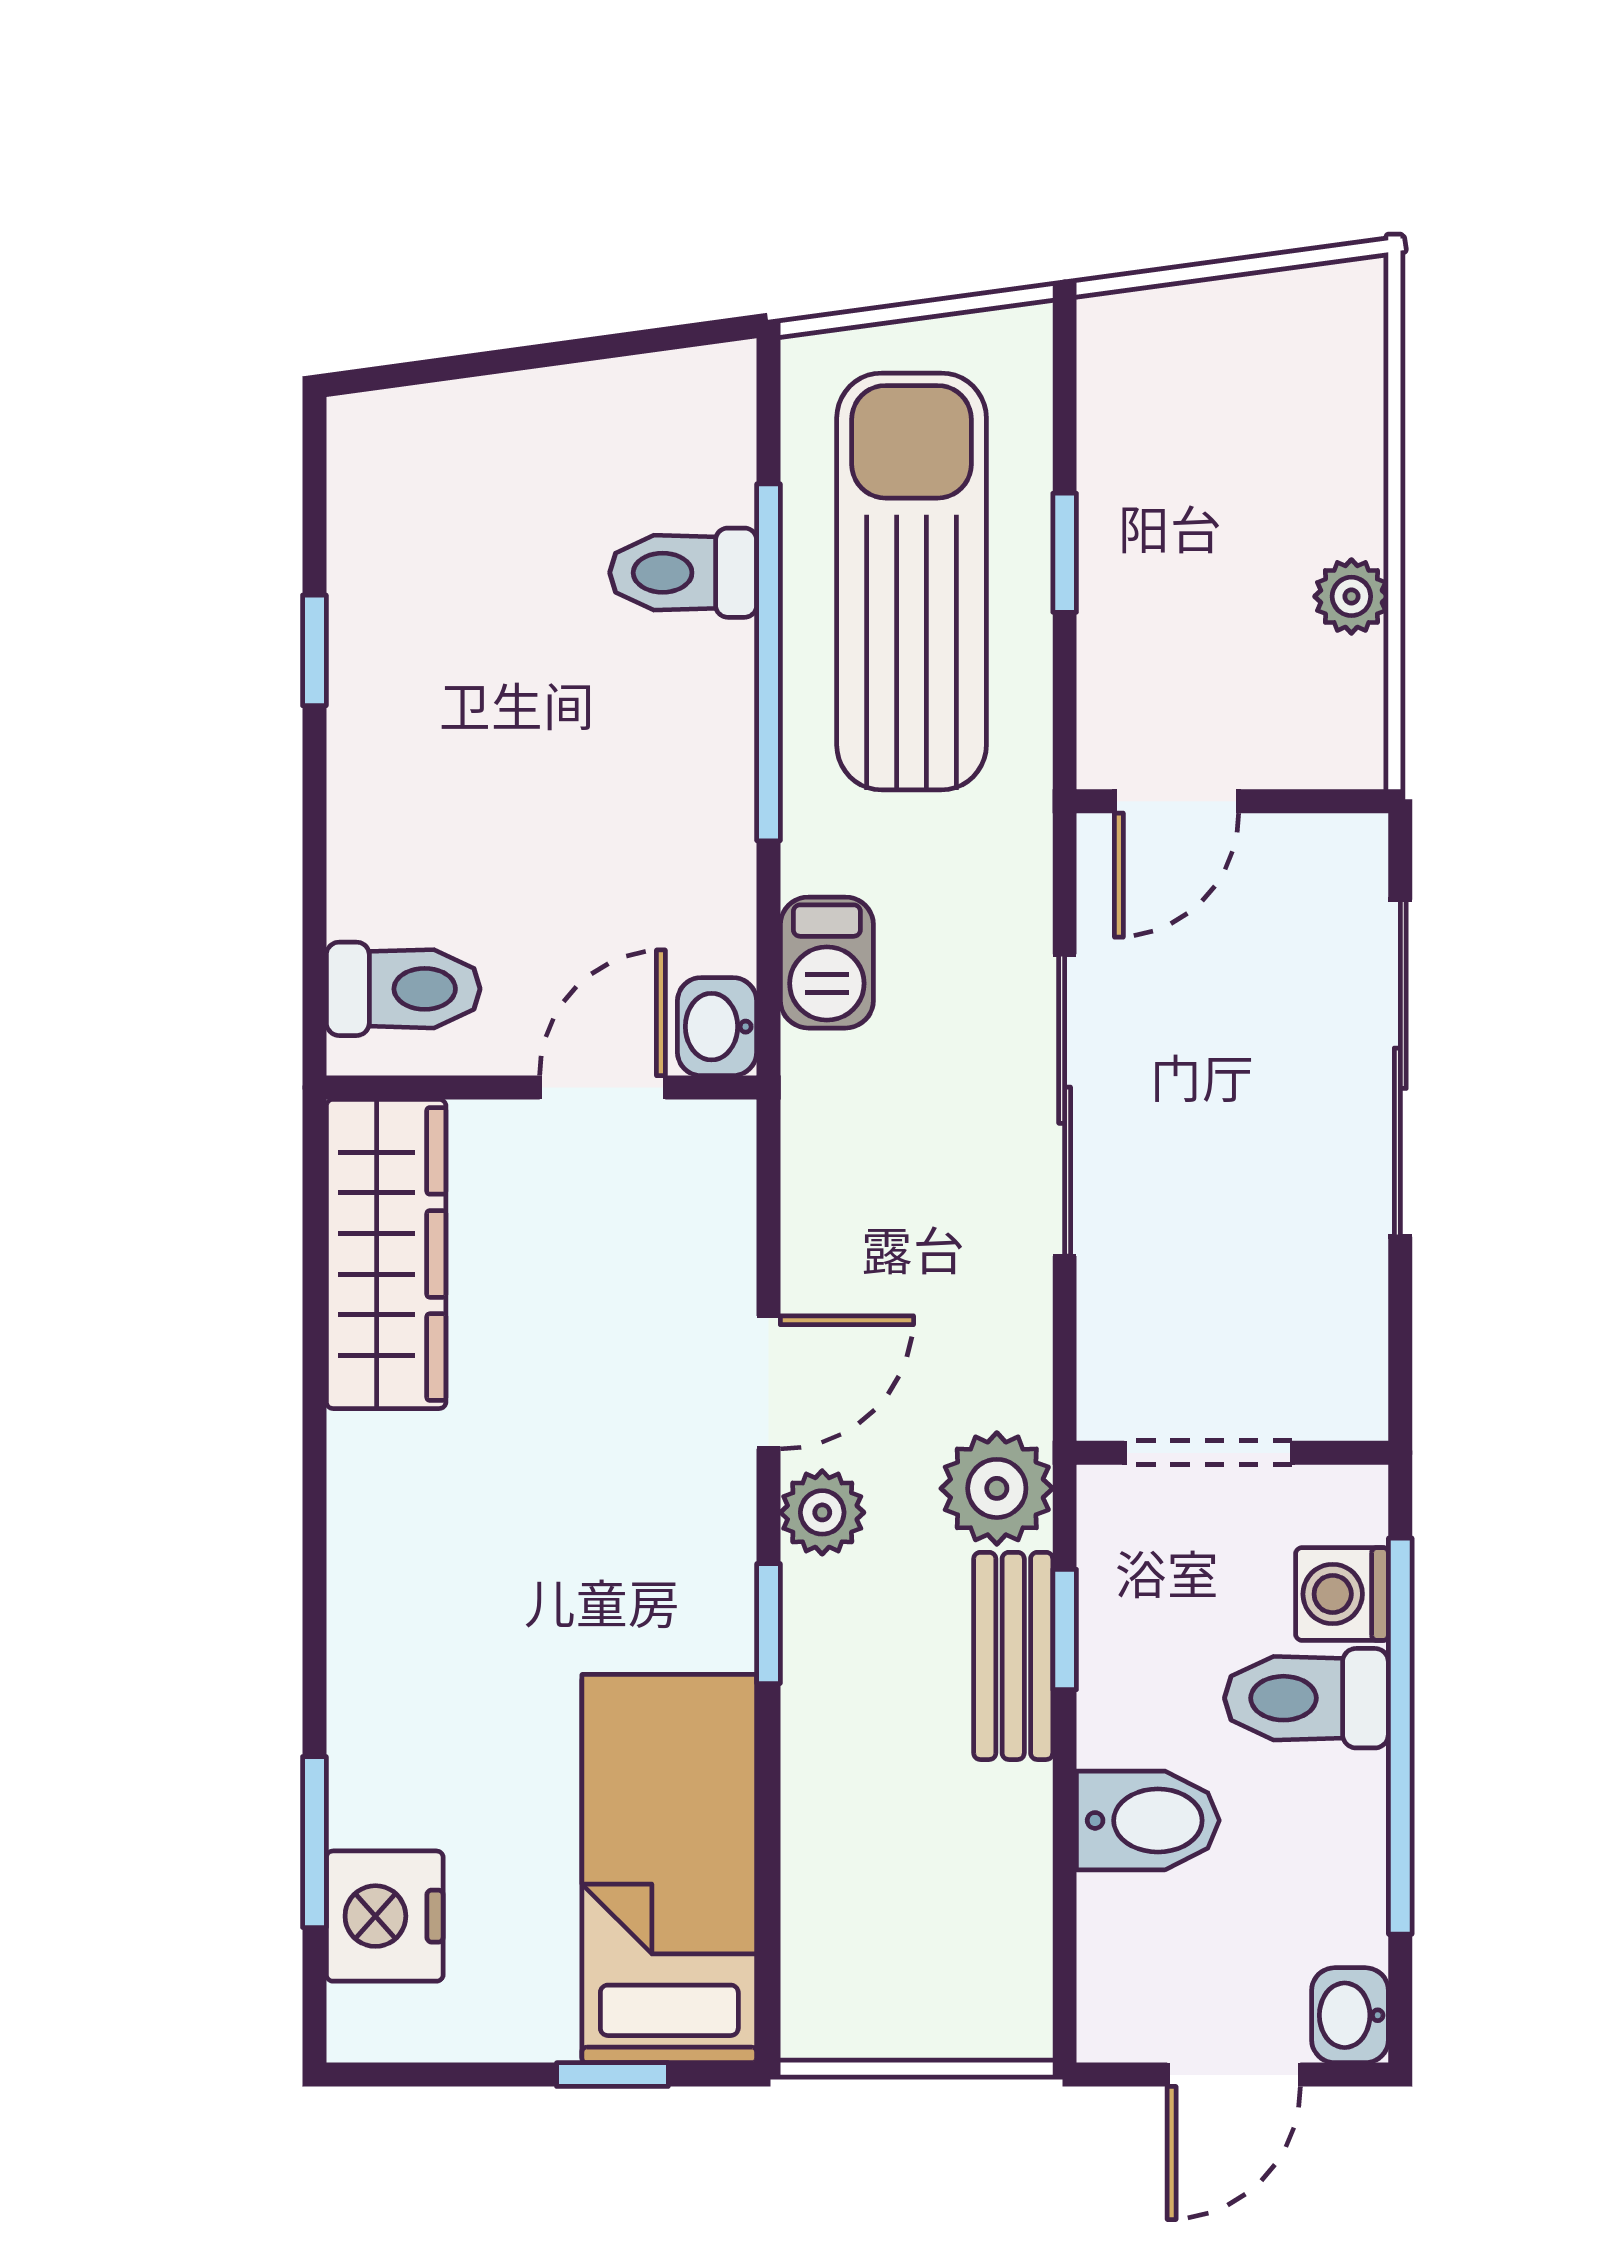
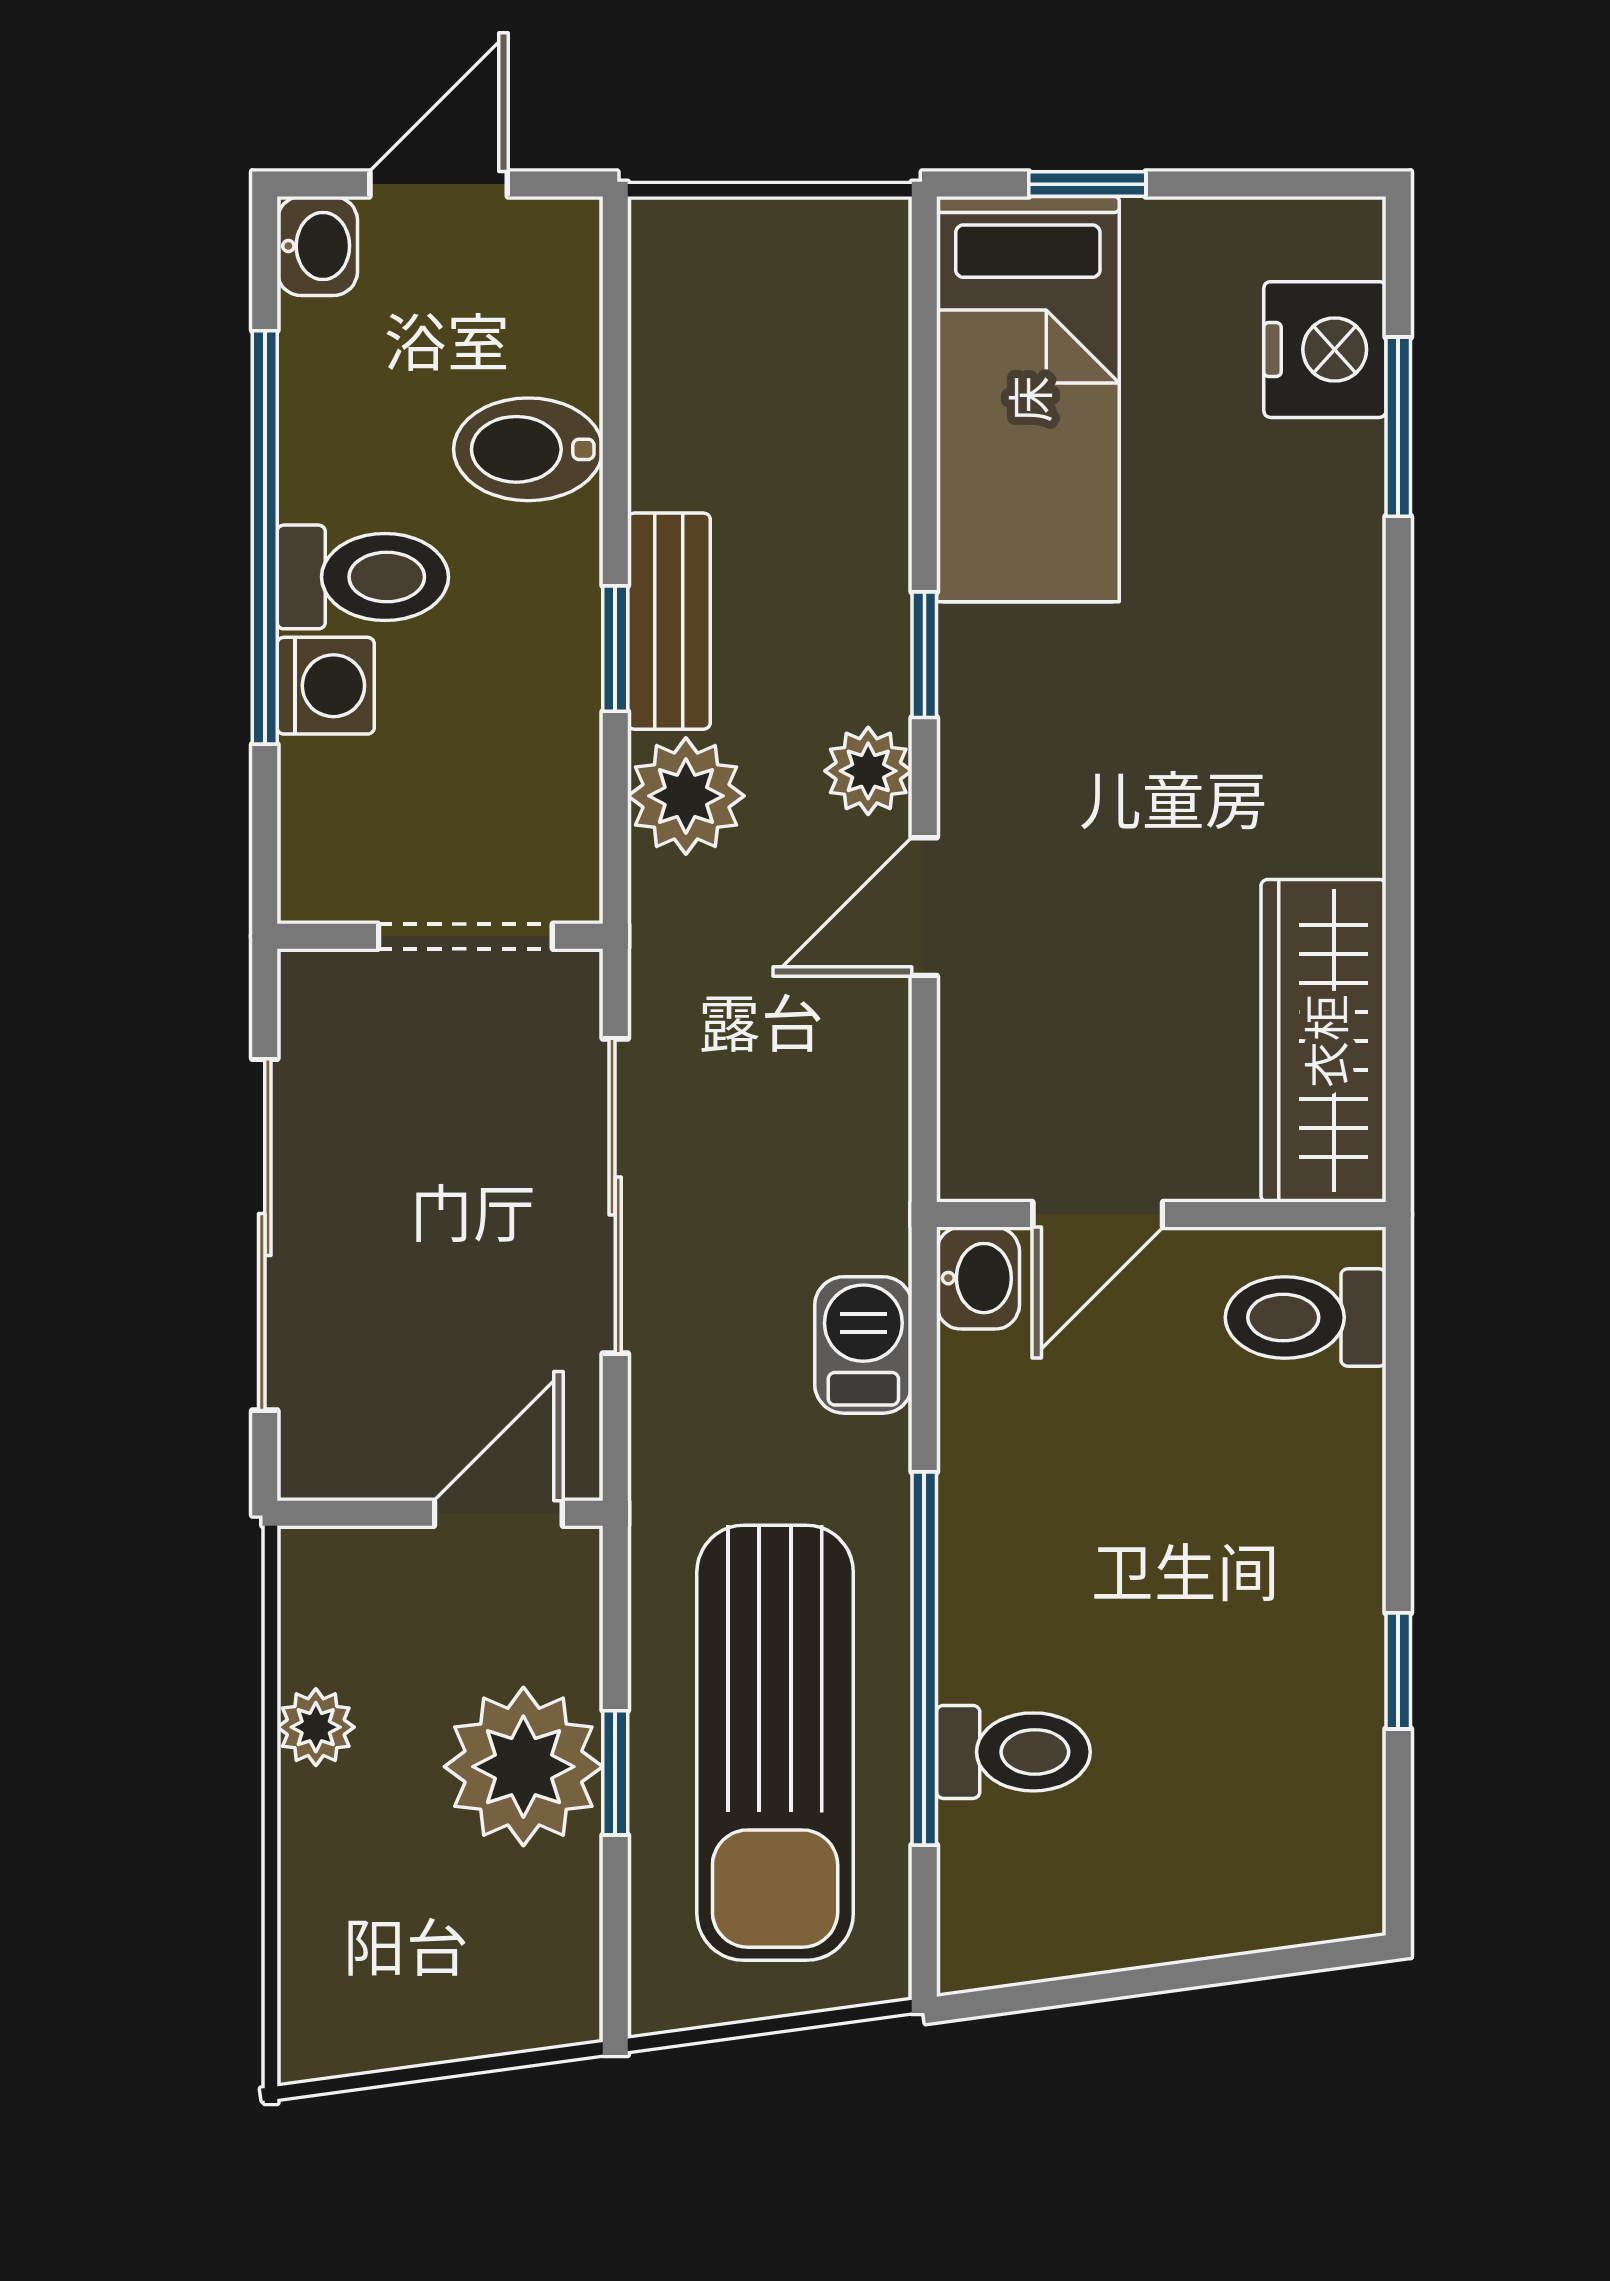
plant: (1153, 559) -> (523, 1767), added
doorway: (1208, 1453) -> (465, 936), moved
wall: (1232, 1453) -> (440, 936), moved

